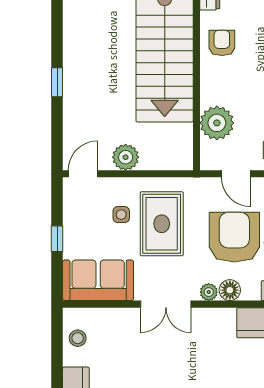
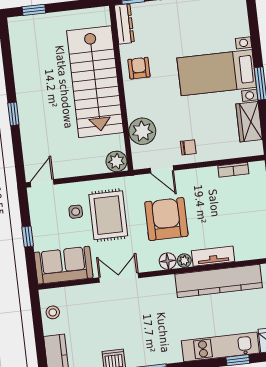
plant: (126, 157) -> (116, 161), moved
plant: (209, 292) -> (184, 261), moved
double door: (166, 304) -> (119, 278), swing flipped

